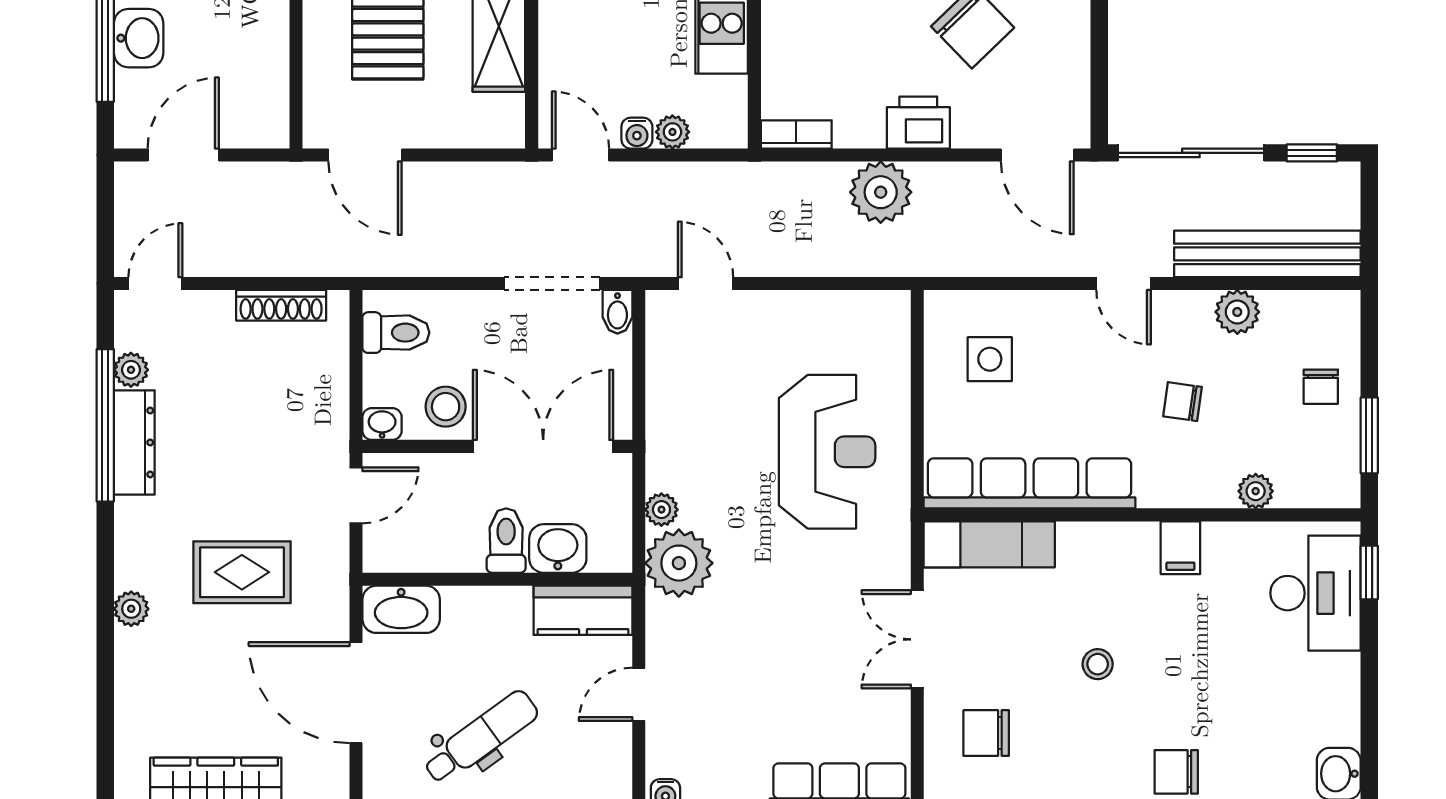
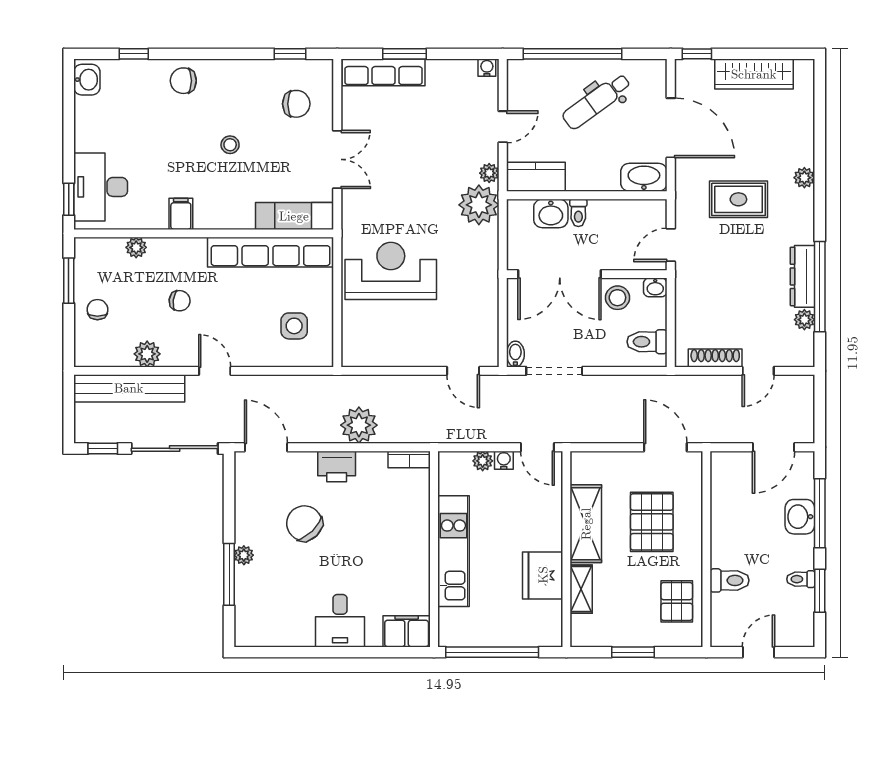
door: (155, 284) -> (758, 371), moved
reception desk: (827, 452) -> (391, 271), turned 90
plant: (661, 510) -> (489, 173), moved
toilet: (506, 541) -> (578, 213), width x0.73, depth x0.72
chair: (1176, 772) -> (183, 81), turned 180

